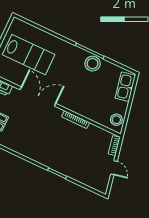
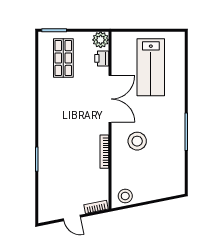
stool: (93, 64) -> (137, 141), moved
kitchen sink: (125, 87) -> (166, 189), removed
door: (114, 168) -> (72, 218), hinge flipped

